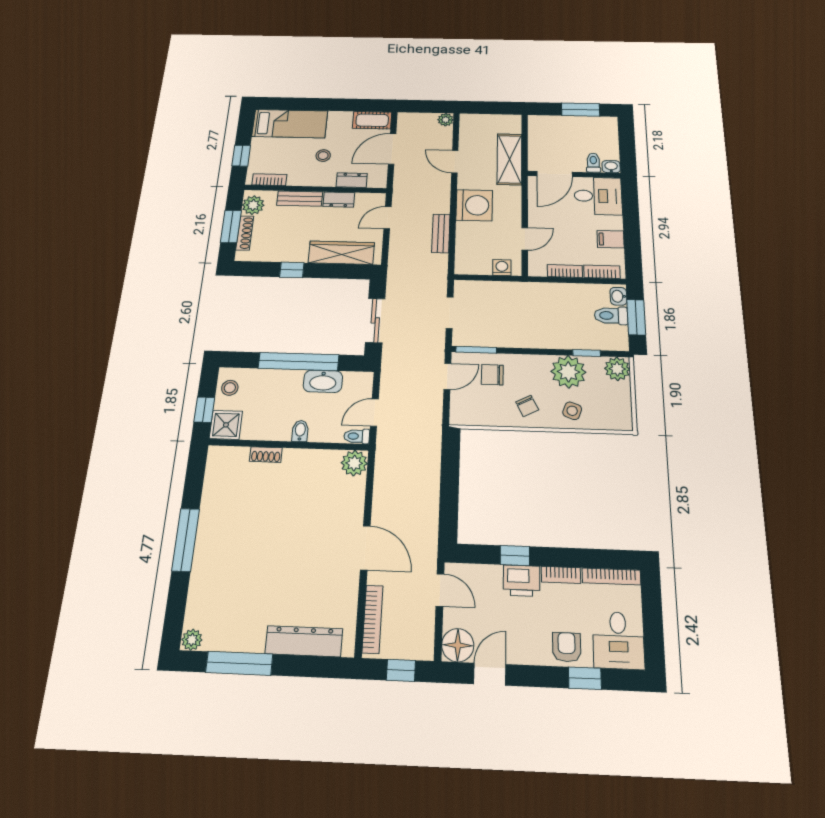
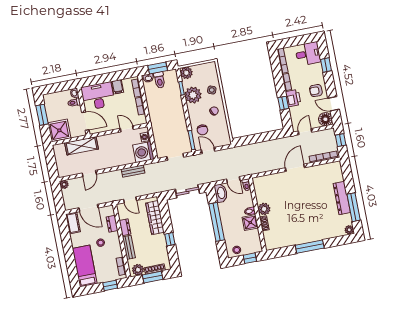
shower: (546, 130) -> (59, 130), added
desk: (598, 196) -> (98, 96), width x1.37
washing machine: (474, 205) -> (143, 152), moved, turned -90
washbasin: (323, 381) -> (221, 193), moved
shower: (226, 425) -> (250, 223), moved
plant: (354, 463) -> (264, 209), moved
dresser: (304, 641) -> (342, 198), moved
armchair: (567, 647) -> (316, 91), moved

